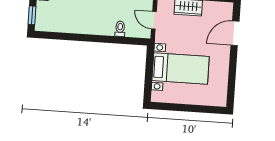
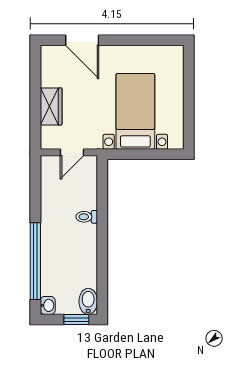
bidet: (45, 25) -> (88, 301), added
toilet: (120, 29) -> (87, 217), moved

